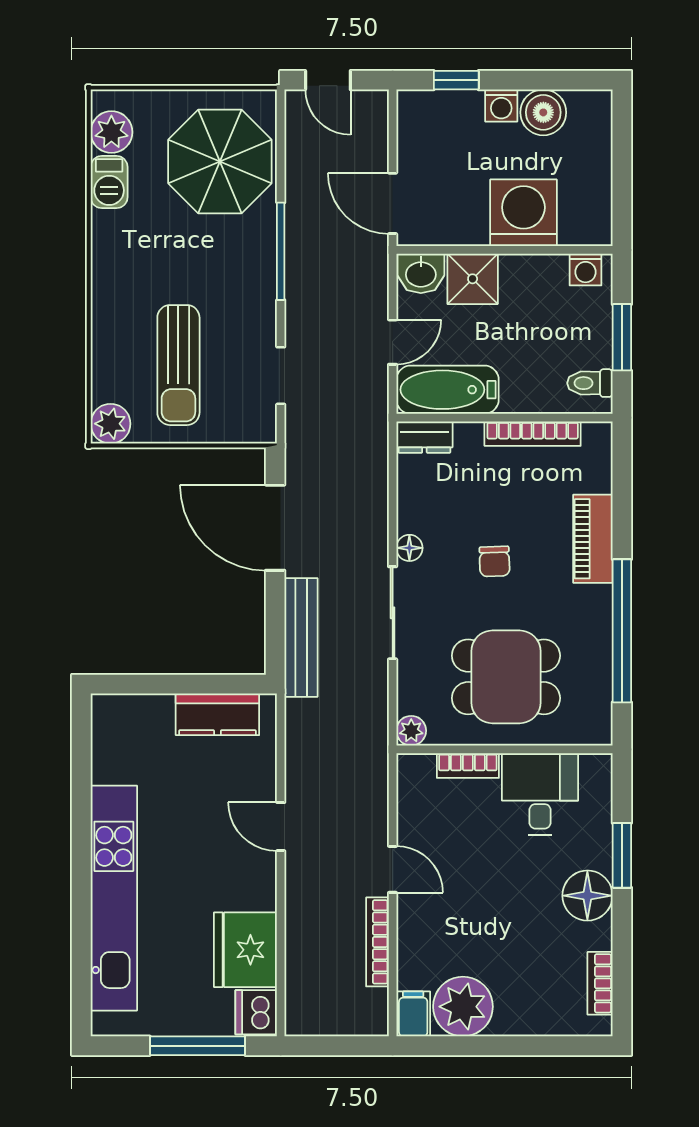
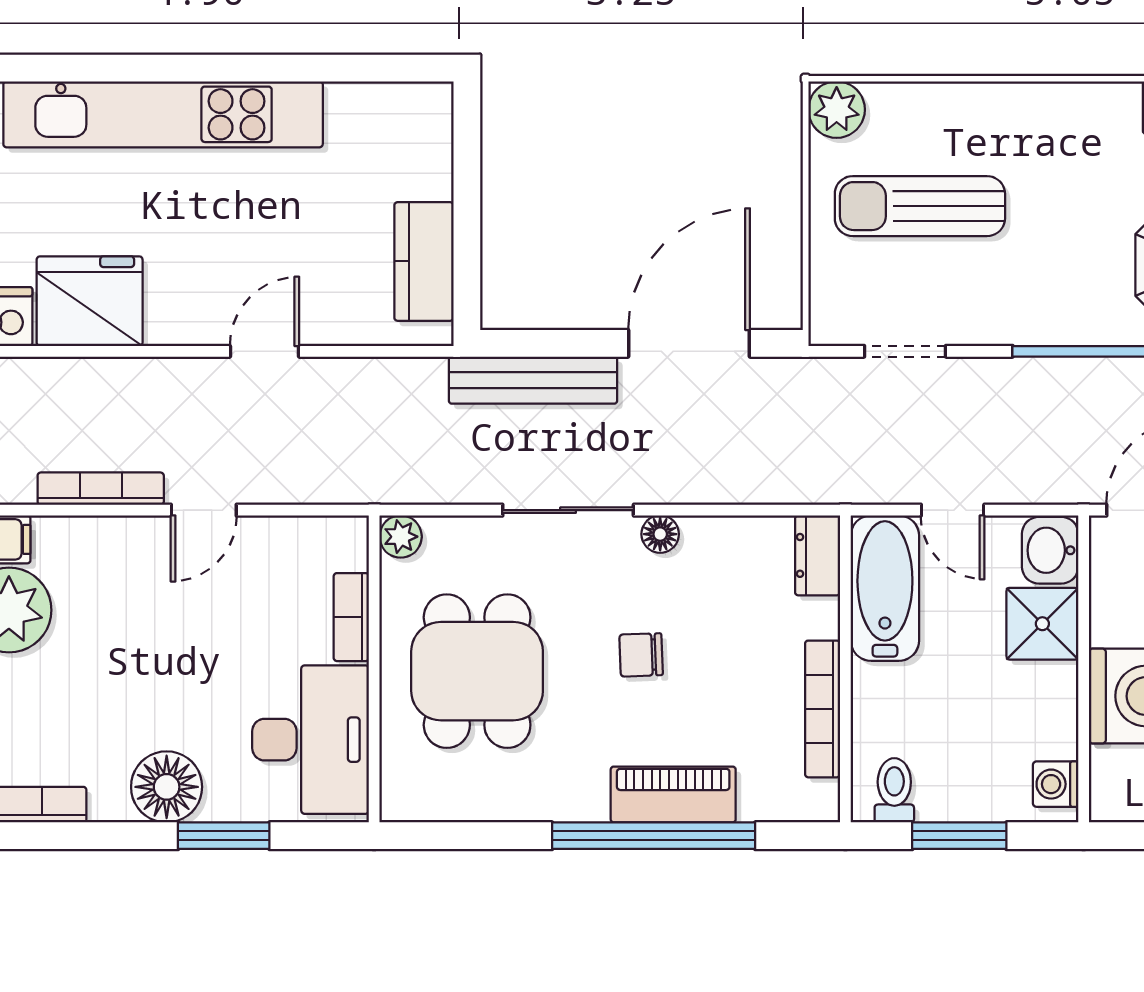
window: (622, 631) -> (654, 836), moved
desk: (540, 794) -> (311, 740), width x1.37

